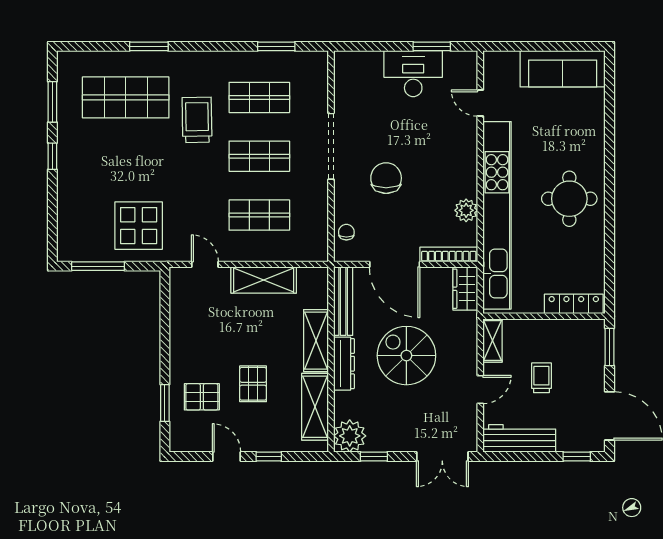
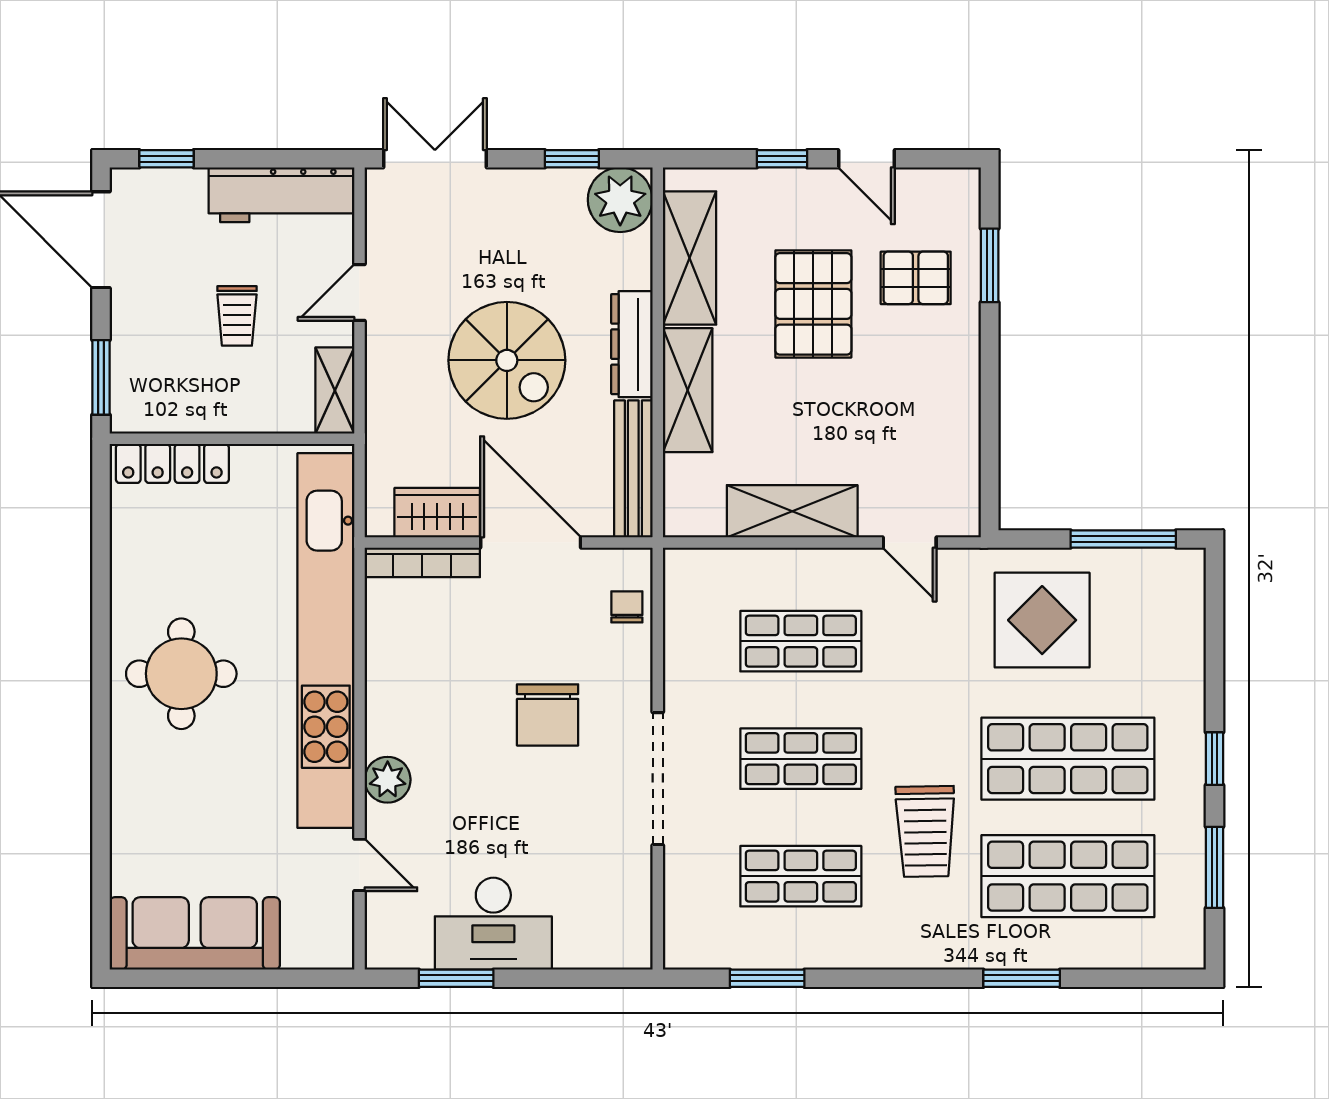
shop shelf: (126, 156) -> (1068, 759), added
plant: (466, 210) -> (388, 780), moved
chair: (346, 232) -> (627, 607), turned 180
wardrobe: (465, 289) -> (437, 513), moved, turned -90
pallet: (253, 384) -> (813, 304), width x1.50, depth x1.42

